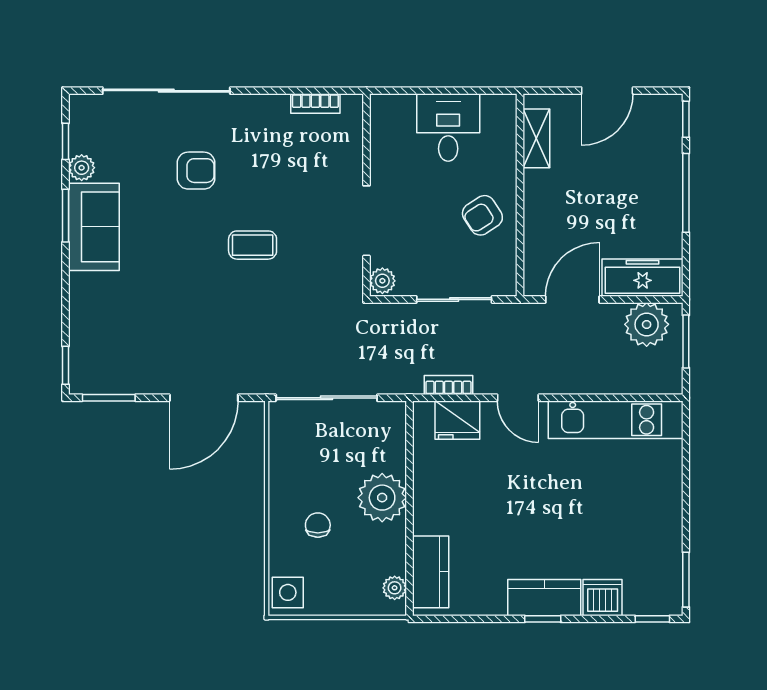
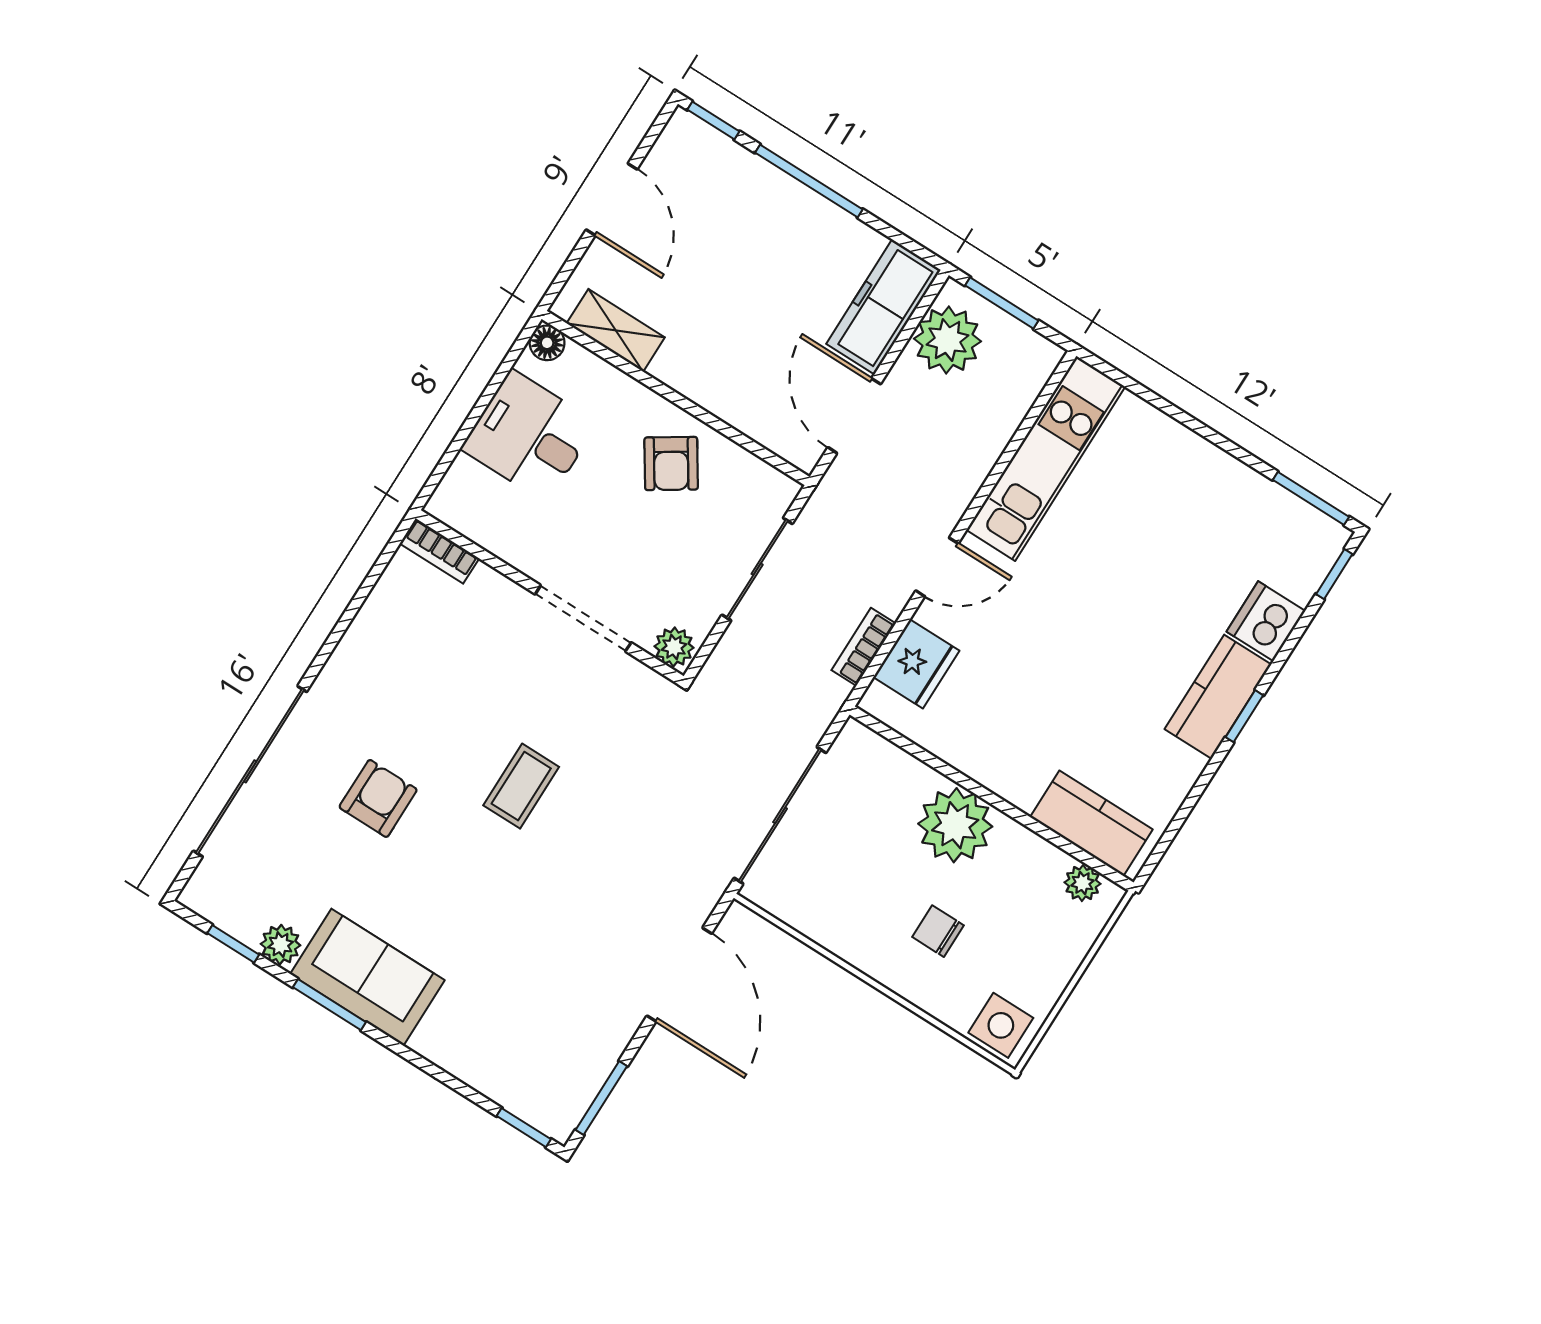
bookcase: (315, 104) -> (439, 551), moved, turned 90
floor lamp: (506, 105) -> (547, 343), added

